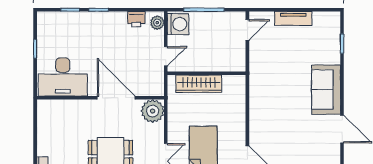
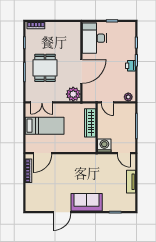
printer: (136, 19) -> (130, 66), moved
washing machine: (178, 24) -> (104, 145), moved, turned 180

